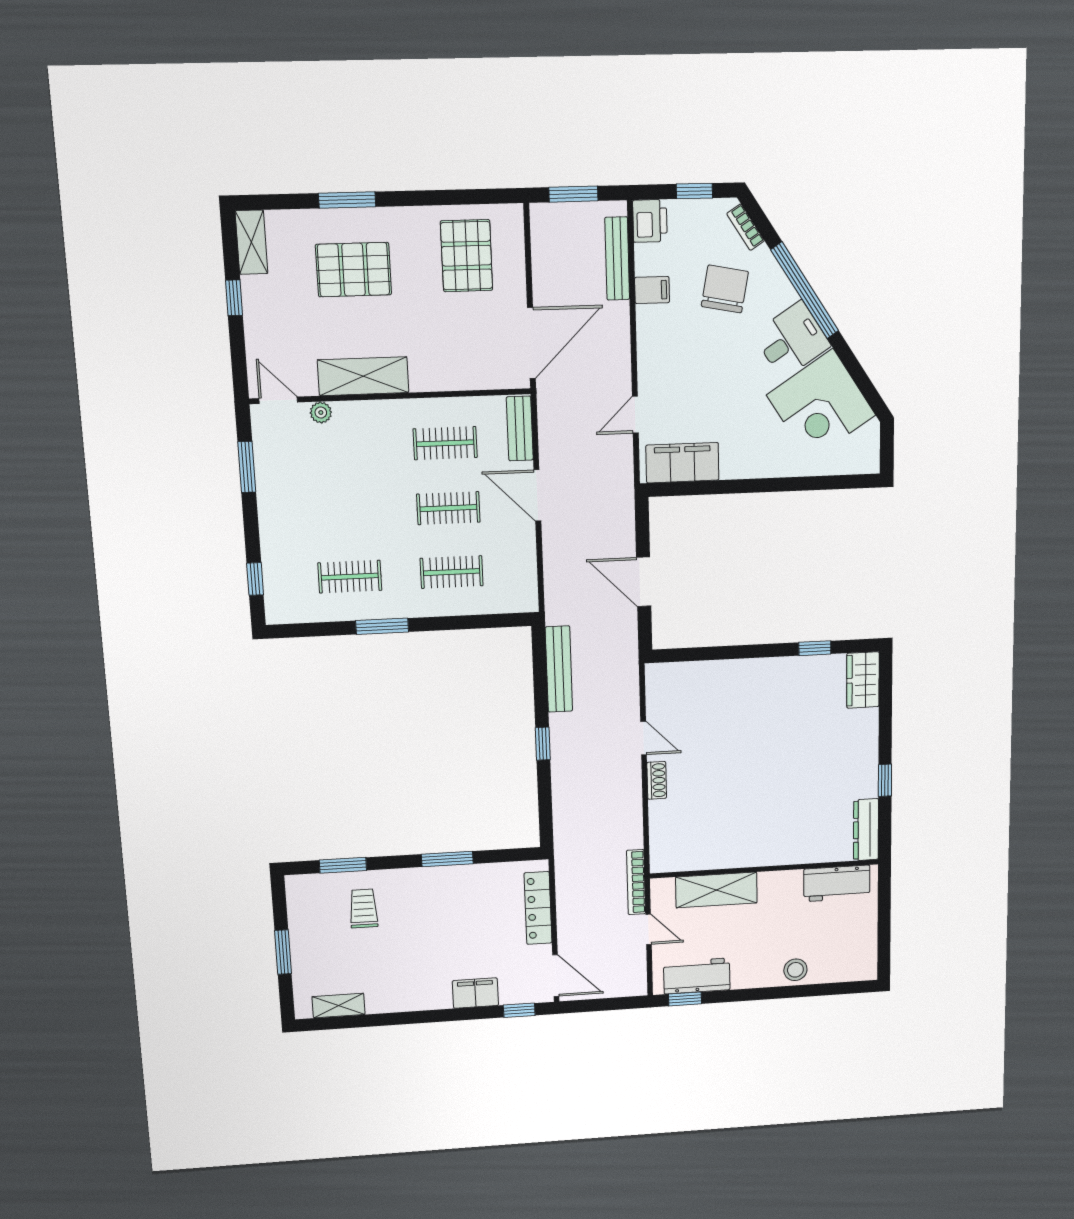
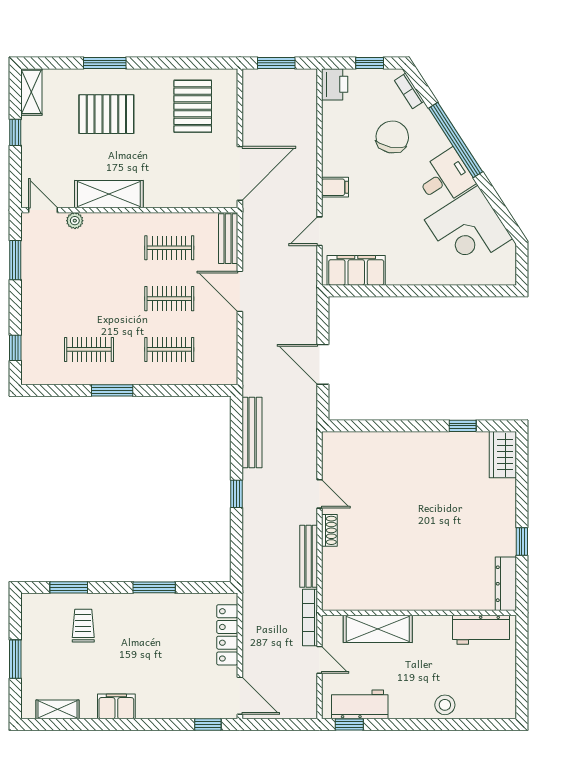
bench: (617, 259) -> (309, 556), moved
filing cabinet: (652, 290) -> (335, 187), moved
filing cabinet: (475, 993) -> (116, 706), moved

